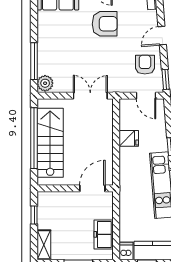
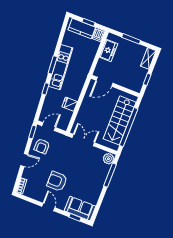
double door: (90, 96) -> (83, 140), swing flipped
door: (146, 96) -> (49, 127), hinge flipped

